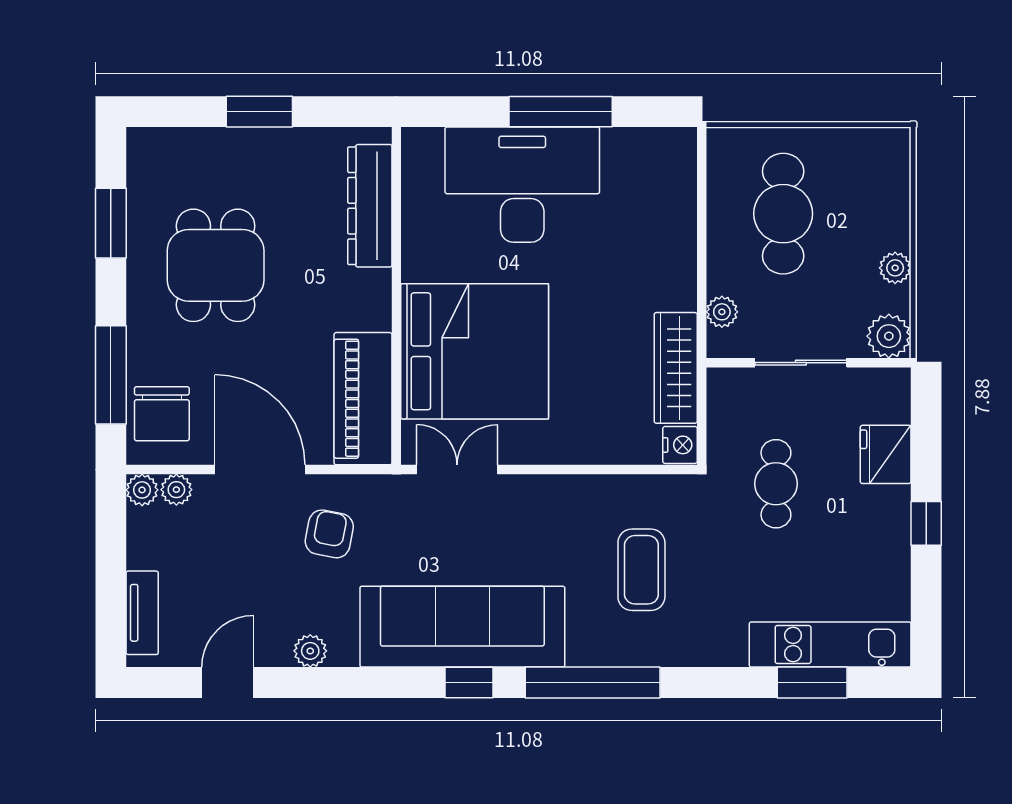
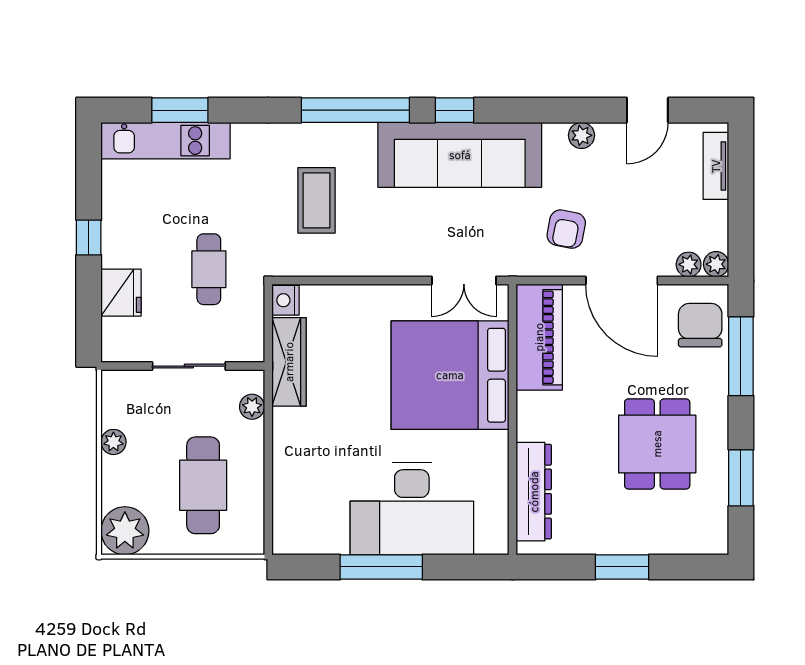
plant: (889, 336) -> (125, 531), moved, width x1.36, depth x1.36

